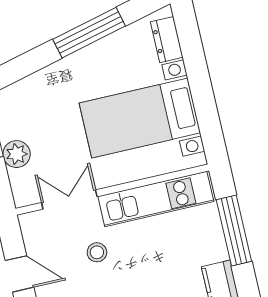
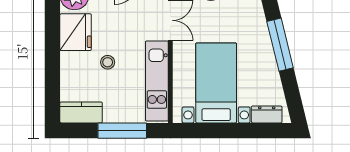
window: (89, 33) -> (280, 45), moved
stool: (97, 252) -> (108, 62), moved

